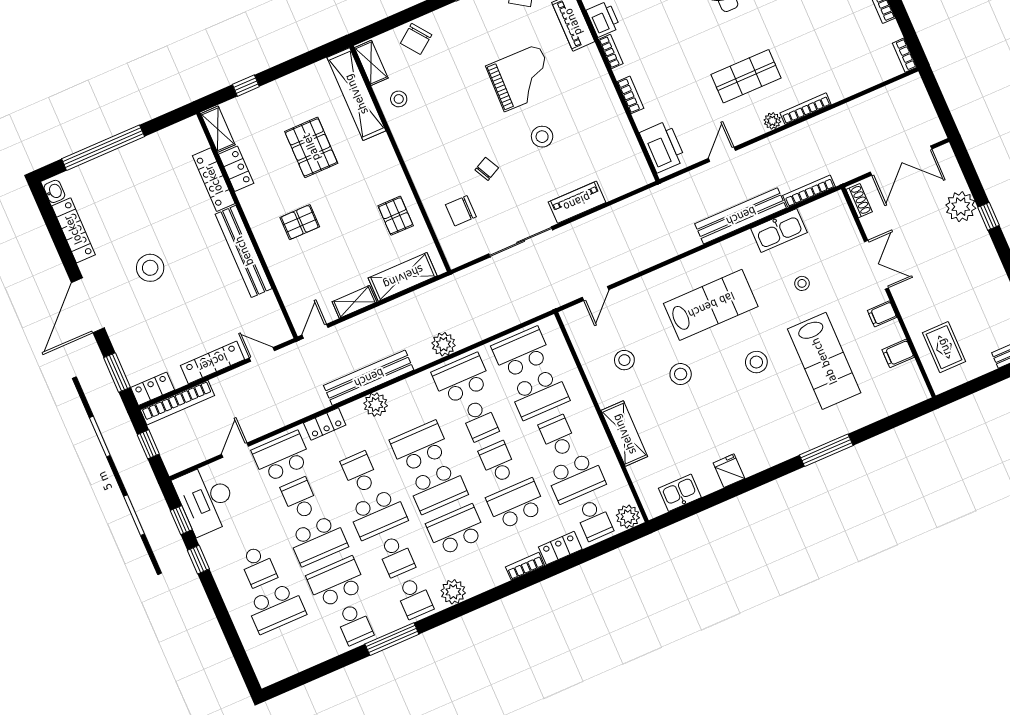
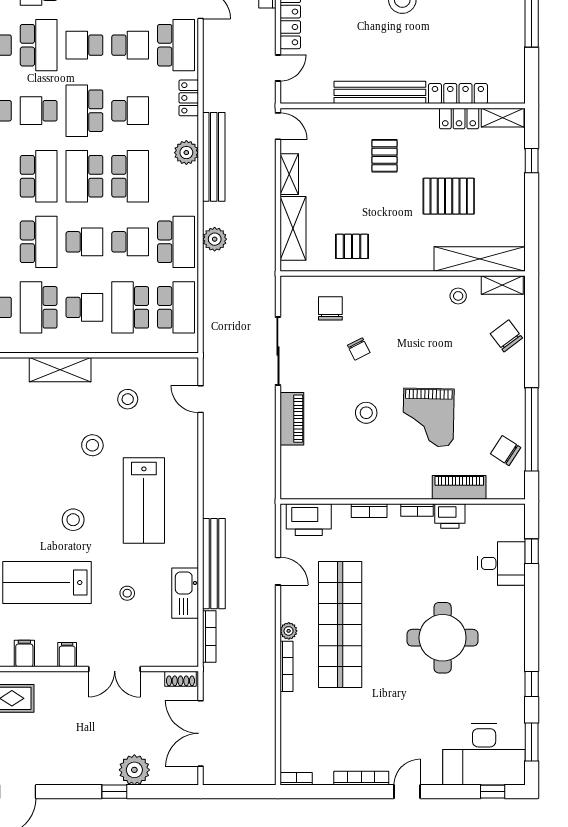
shop shelf: (746, 76) -> (340, 625), width x2.00, depth x1.36
school desk: (480, 420) -> (130, 242), turned 180
school desk: (318, 540) -> (84, 45), width x0.54

